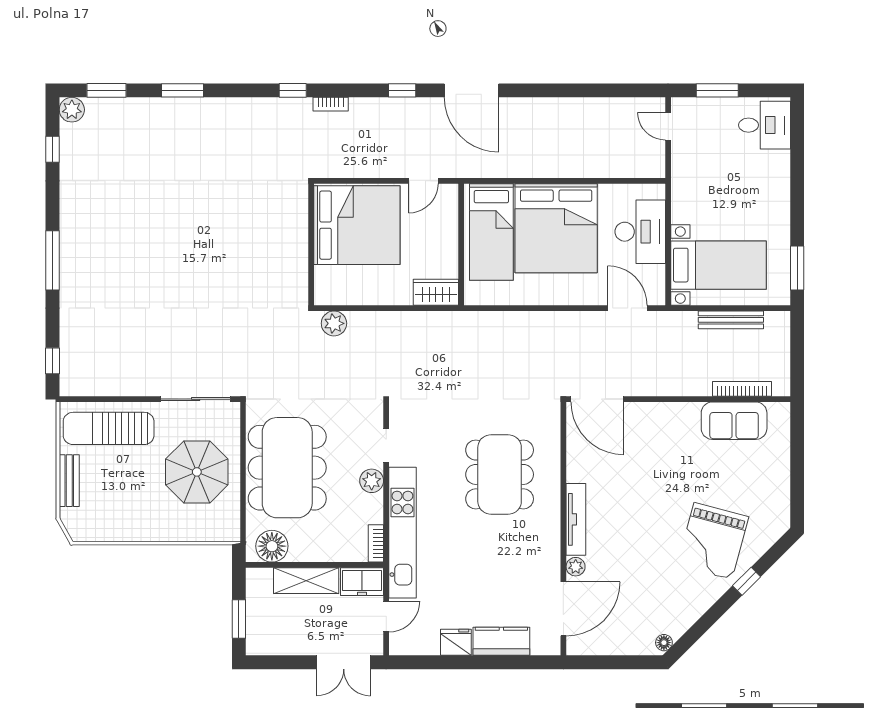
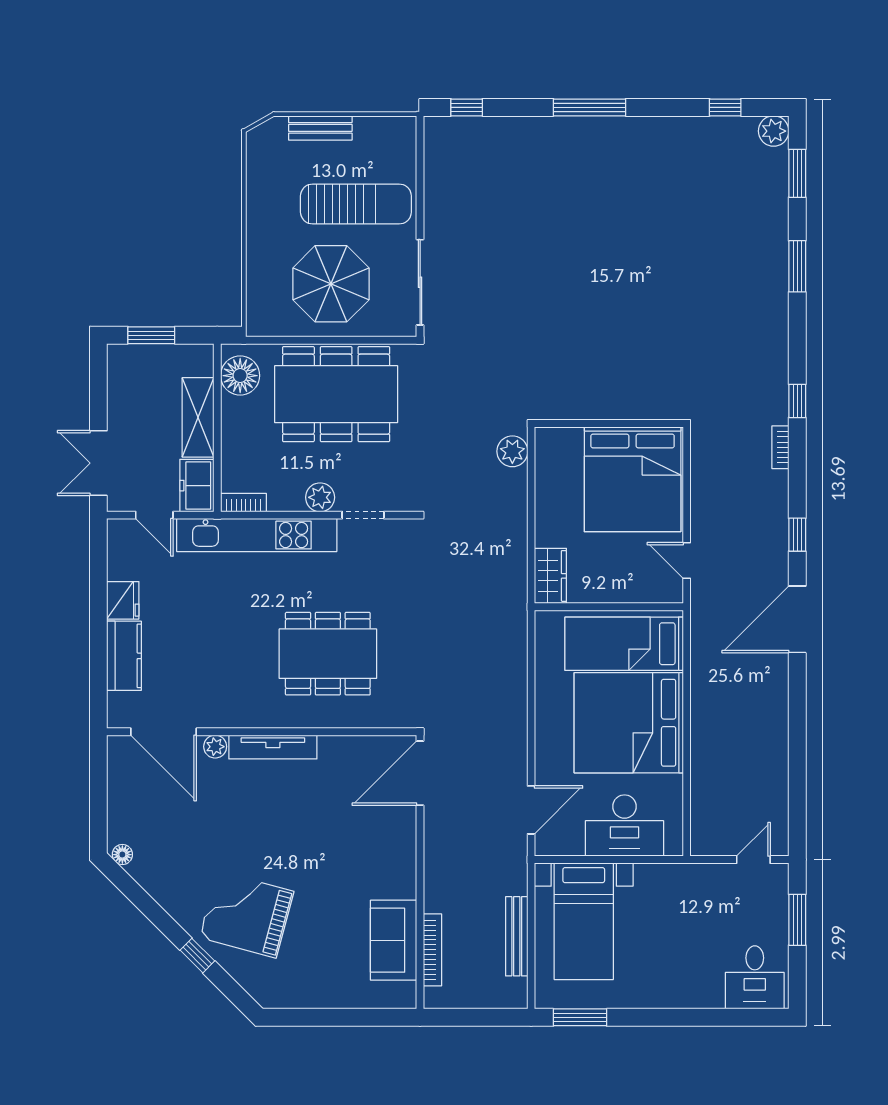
sun lounger: (109, 428) -> (356, 204), moved, turned 90

